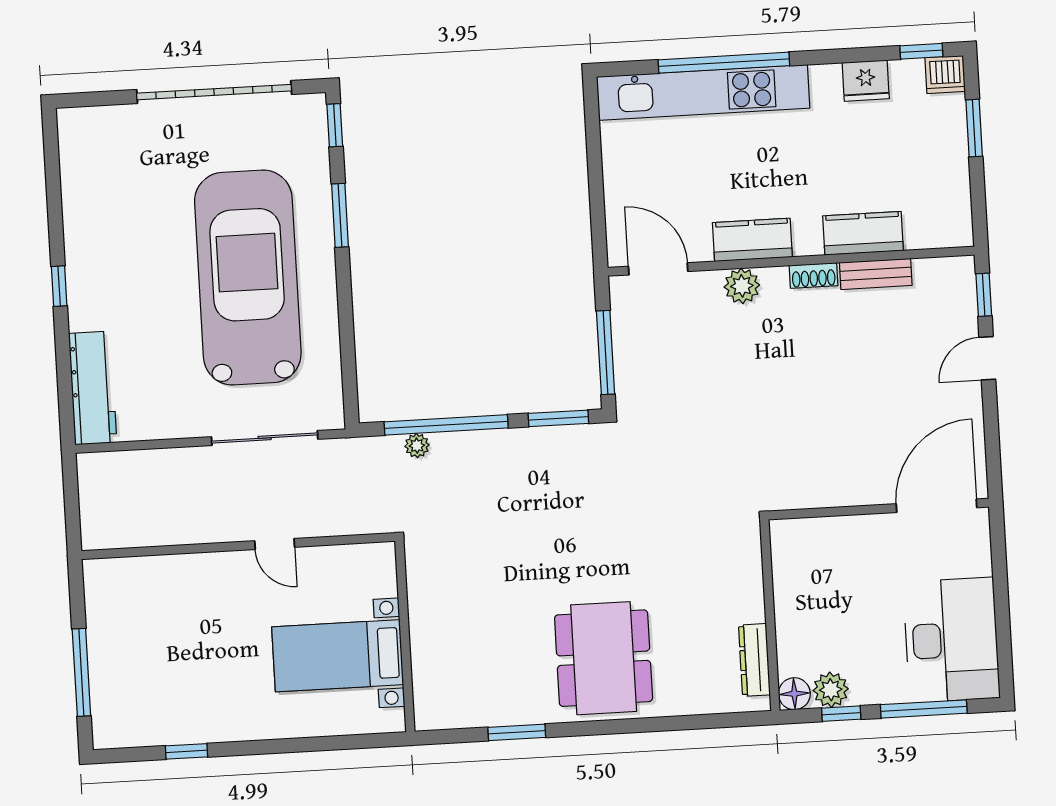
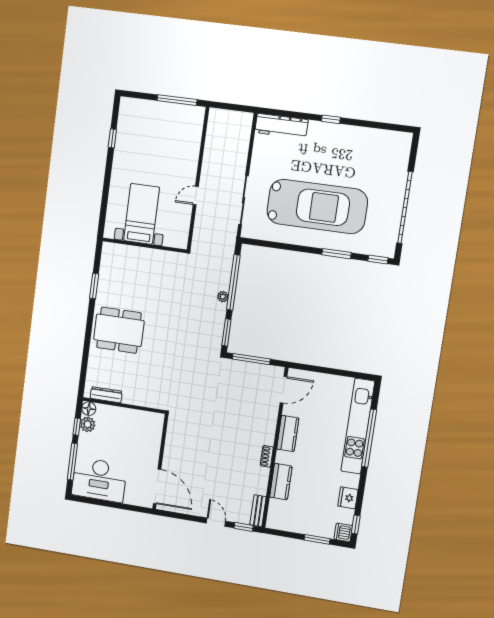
bench: (876, 274) -> (258, 511), moved
plant: (742, 286) -> (268, 425), removed
plant: (417, 446) -> (223, 297), moved
window: (81, 672) -> (177, 100), moved

